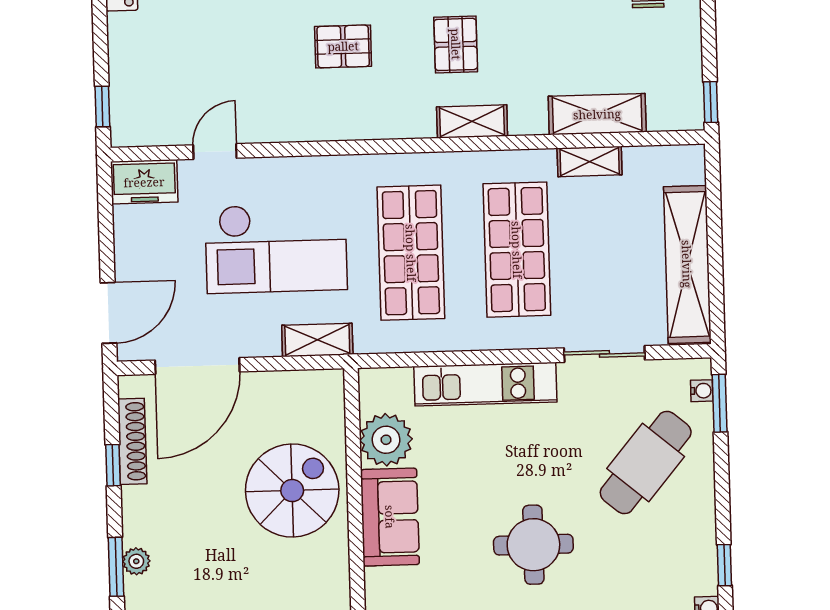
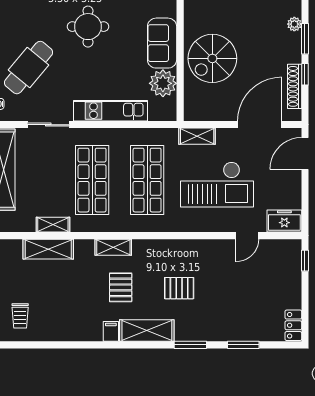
checkout: (276, 248) -> (217, 184), turned 180
window: (116, 567) -> (305, 39), moved

